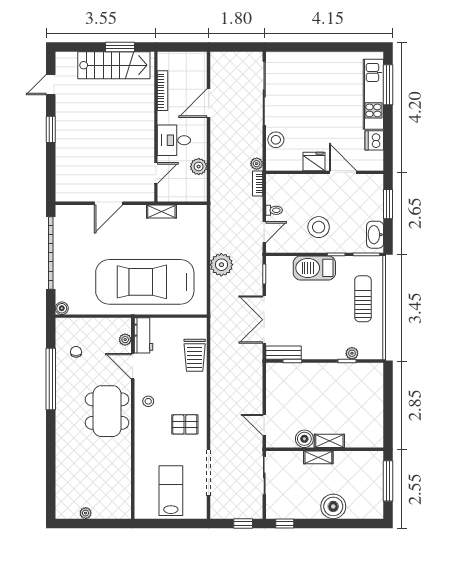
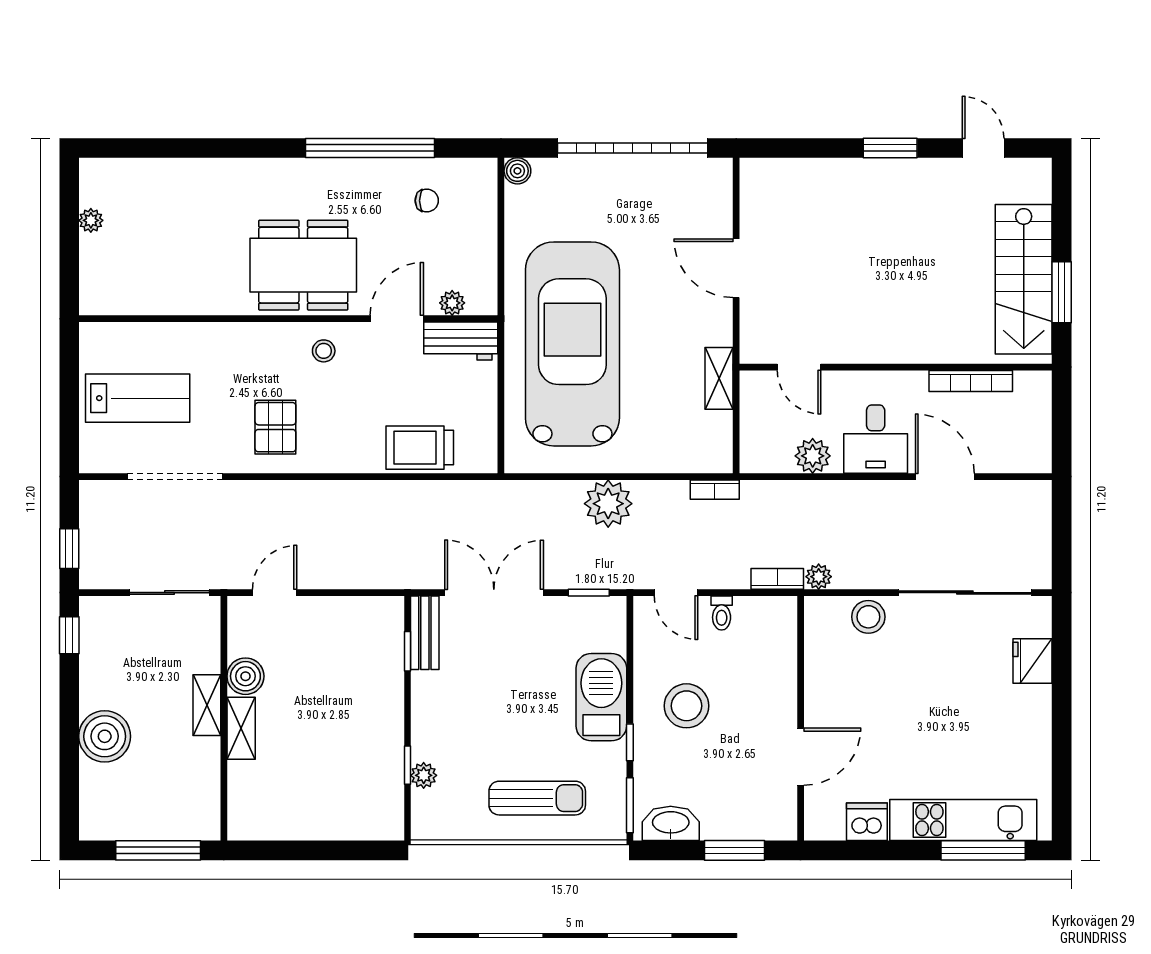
desk: (174, 140) -> (876, 439), moved, turned 180
fridge: (314, 161) -> (1033, 661), moved, turned 180
bookcase: (215, 213) -> (715, 490), added

